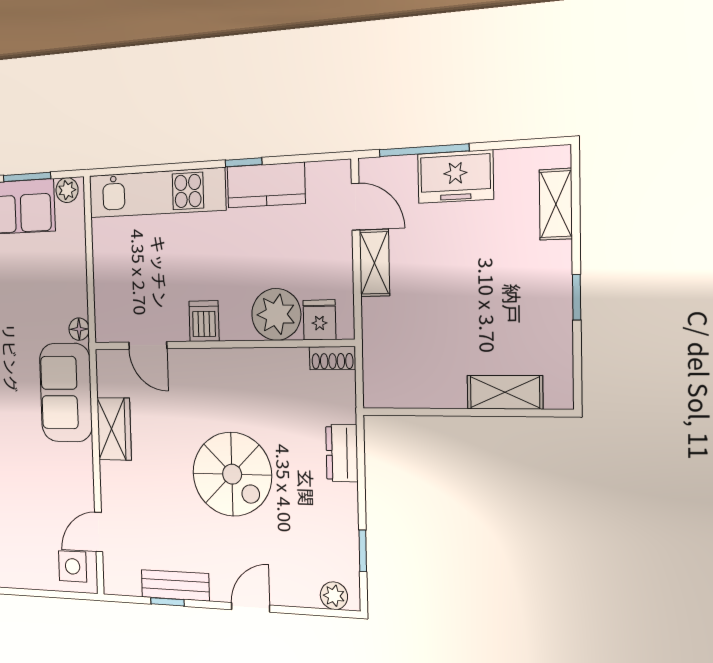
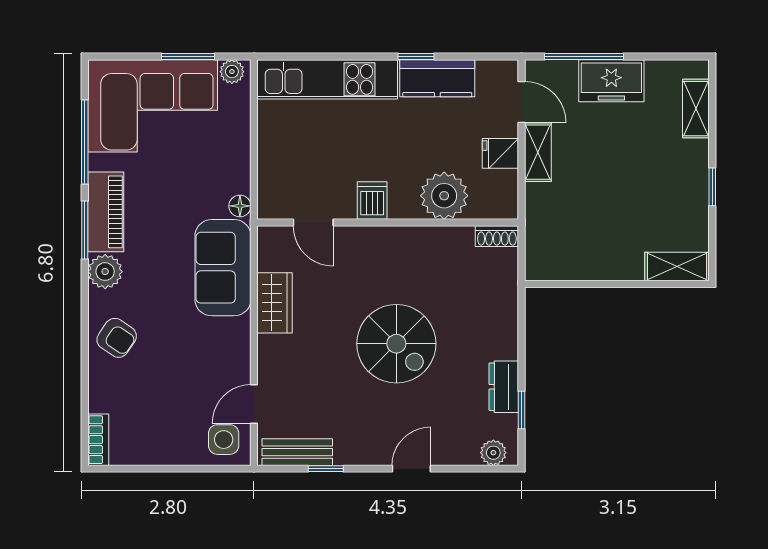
fridge: (319, 320) -> (500, 153), moved, turned -90
shelving: (505, 392) -> (677, 267), moved
dresser: (342, 453) -> (504, 387), moved
bench: (175, 585) -> (297, 452), moved

